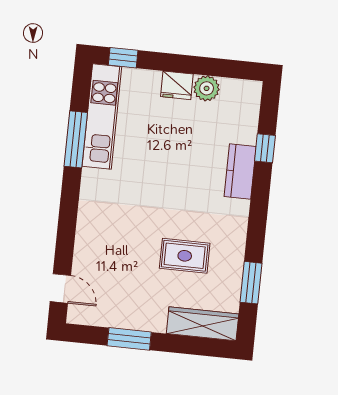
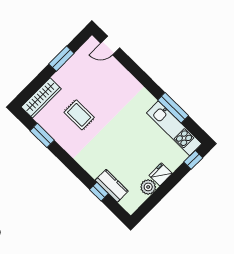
kitchen counter: (240, 171) -> (112, 186), moved
rug: (185, 256) -> (79, 115), turned 90

